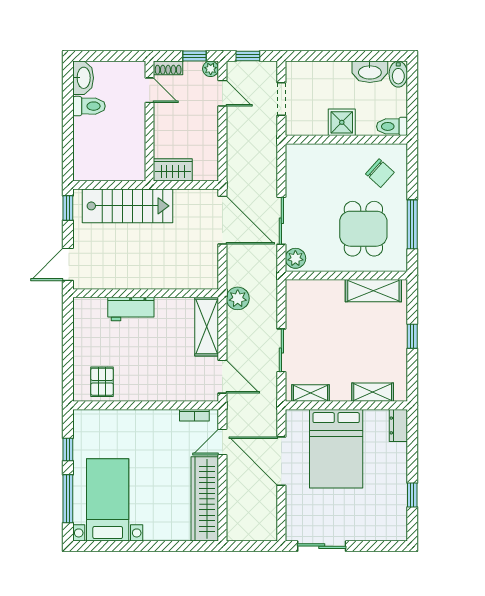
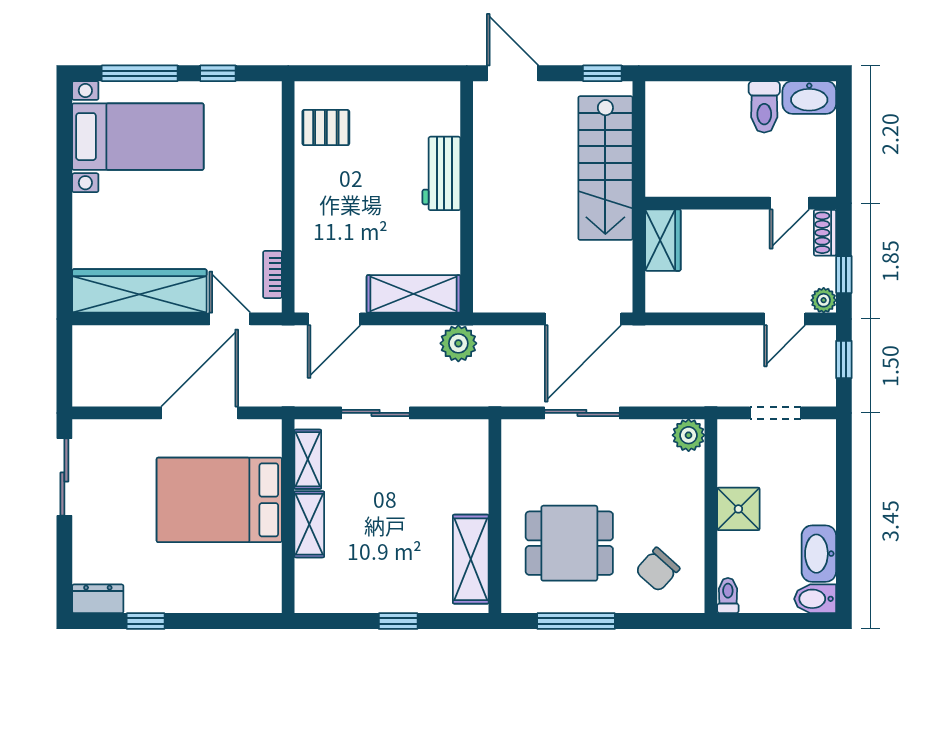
toilet: (392, 126) -> (728, 596), width x0.73, depth x0.72
plant: (295, 258) -> (689, 435), moved
shelving: (373, 392) -> (309, 524), moved
dresser: (398, 425) -> (98, 599), moved

